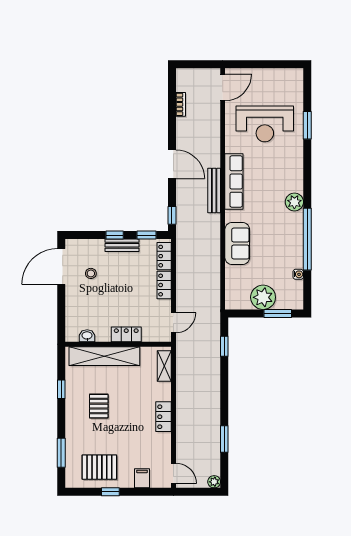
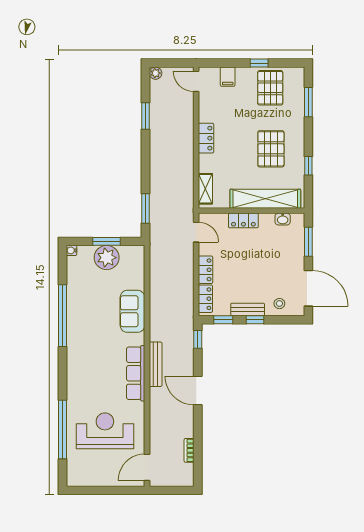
window: (307, 125) -> (62, 429), width x2.11
plant: (294, 202) -> (75, 353), removed
door: (61, 267) -> (308, 288), hinge flipped
stool: (91, 273) -> (279, 304), moved
water cooler: (298, 274) -> (71, 250), moved
window: (61, 313) -> (308, 242), added
window: (278, 313) -> (107, 241), moved
door: (173, 323) -> (196, 232), swing flipped
window: (224, 346) -> (145, 209), width x1.50
pallet: (99, 406) -> (271, 149), width x1.50, depth x1.42
pallet: (99, 467) -> (270, 88), turned 90

